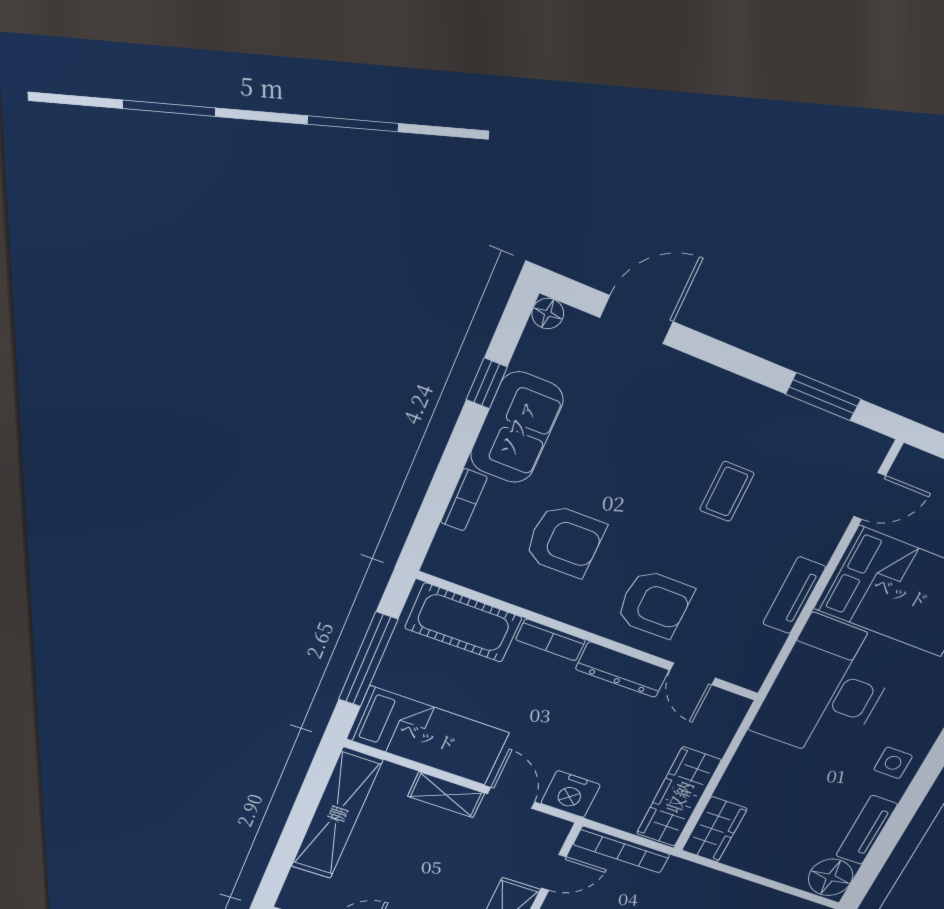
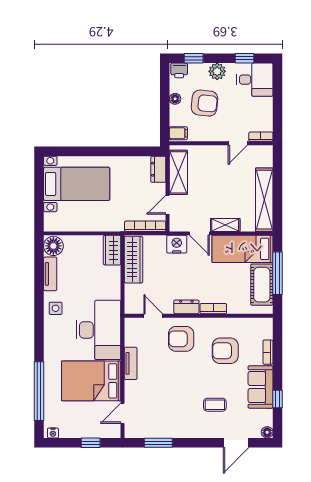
coffee table: (727, 492) -> (215, 405), moved, turned 90
cot: (463, 623) -> (262, 285), moved, turned 90
dresser: (622, 670) -> (186, 307), width x0.70

